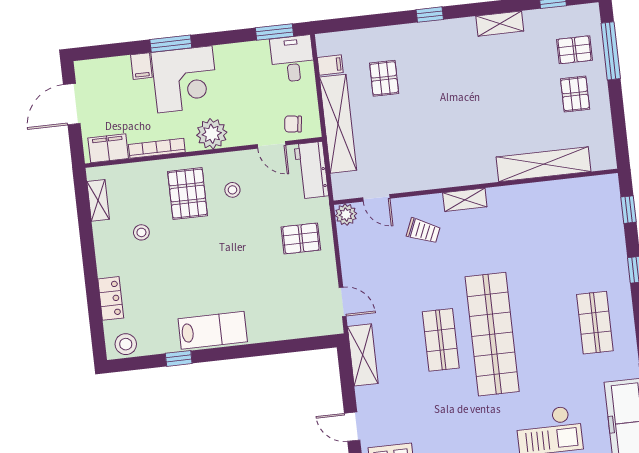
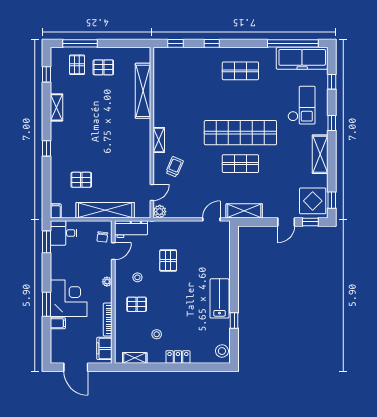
filing cabinet: (330, 65) -> (56, 211), moved
plant: (212, 134) -> (107, 282), width x0.53, depth x0.53
pallet: (188, 194) -> (137, 304), width x0.67, depth x0.71
pallet: (301, 238) -> (168, 260), moved
locker: (111, 298) -> (178, 357), moved

